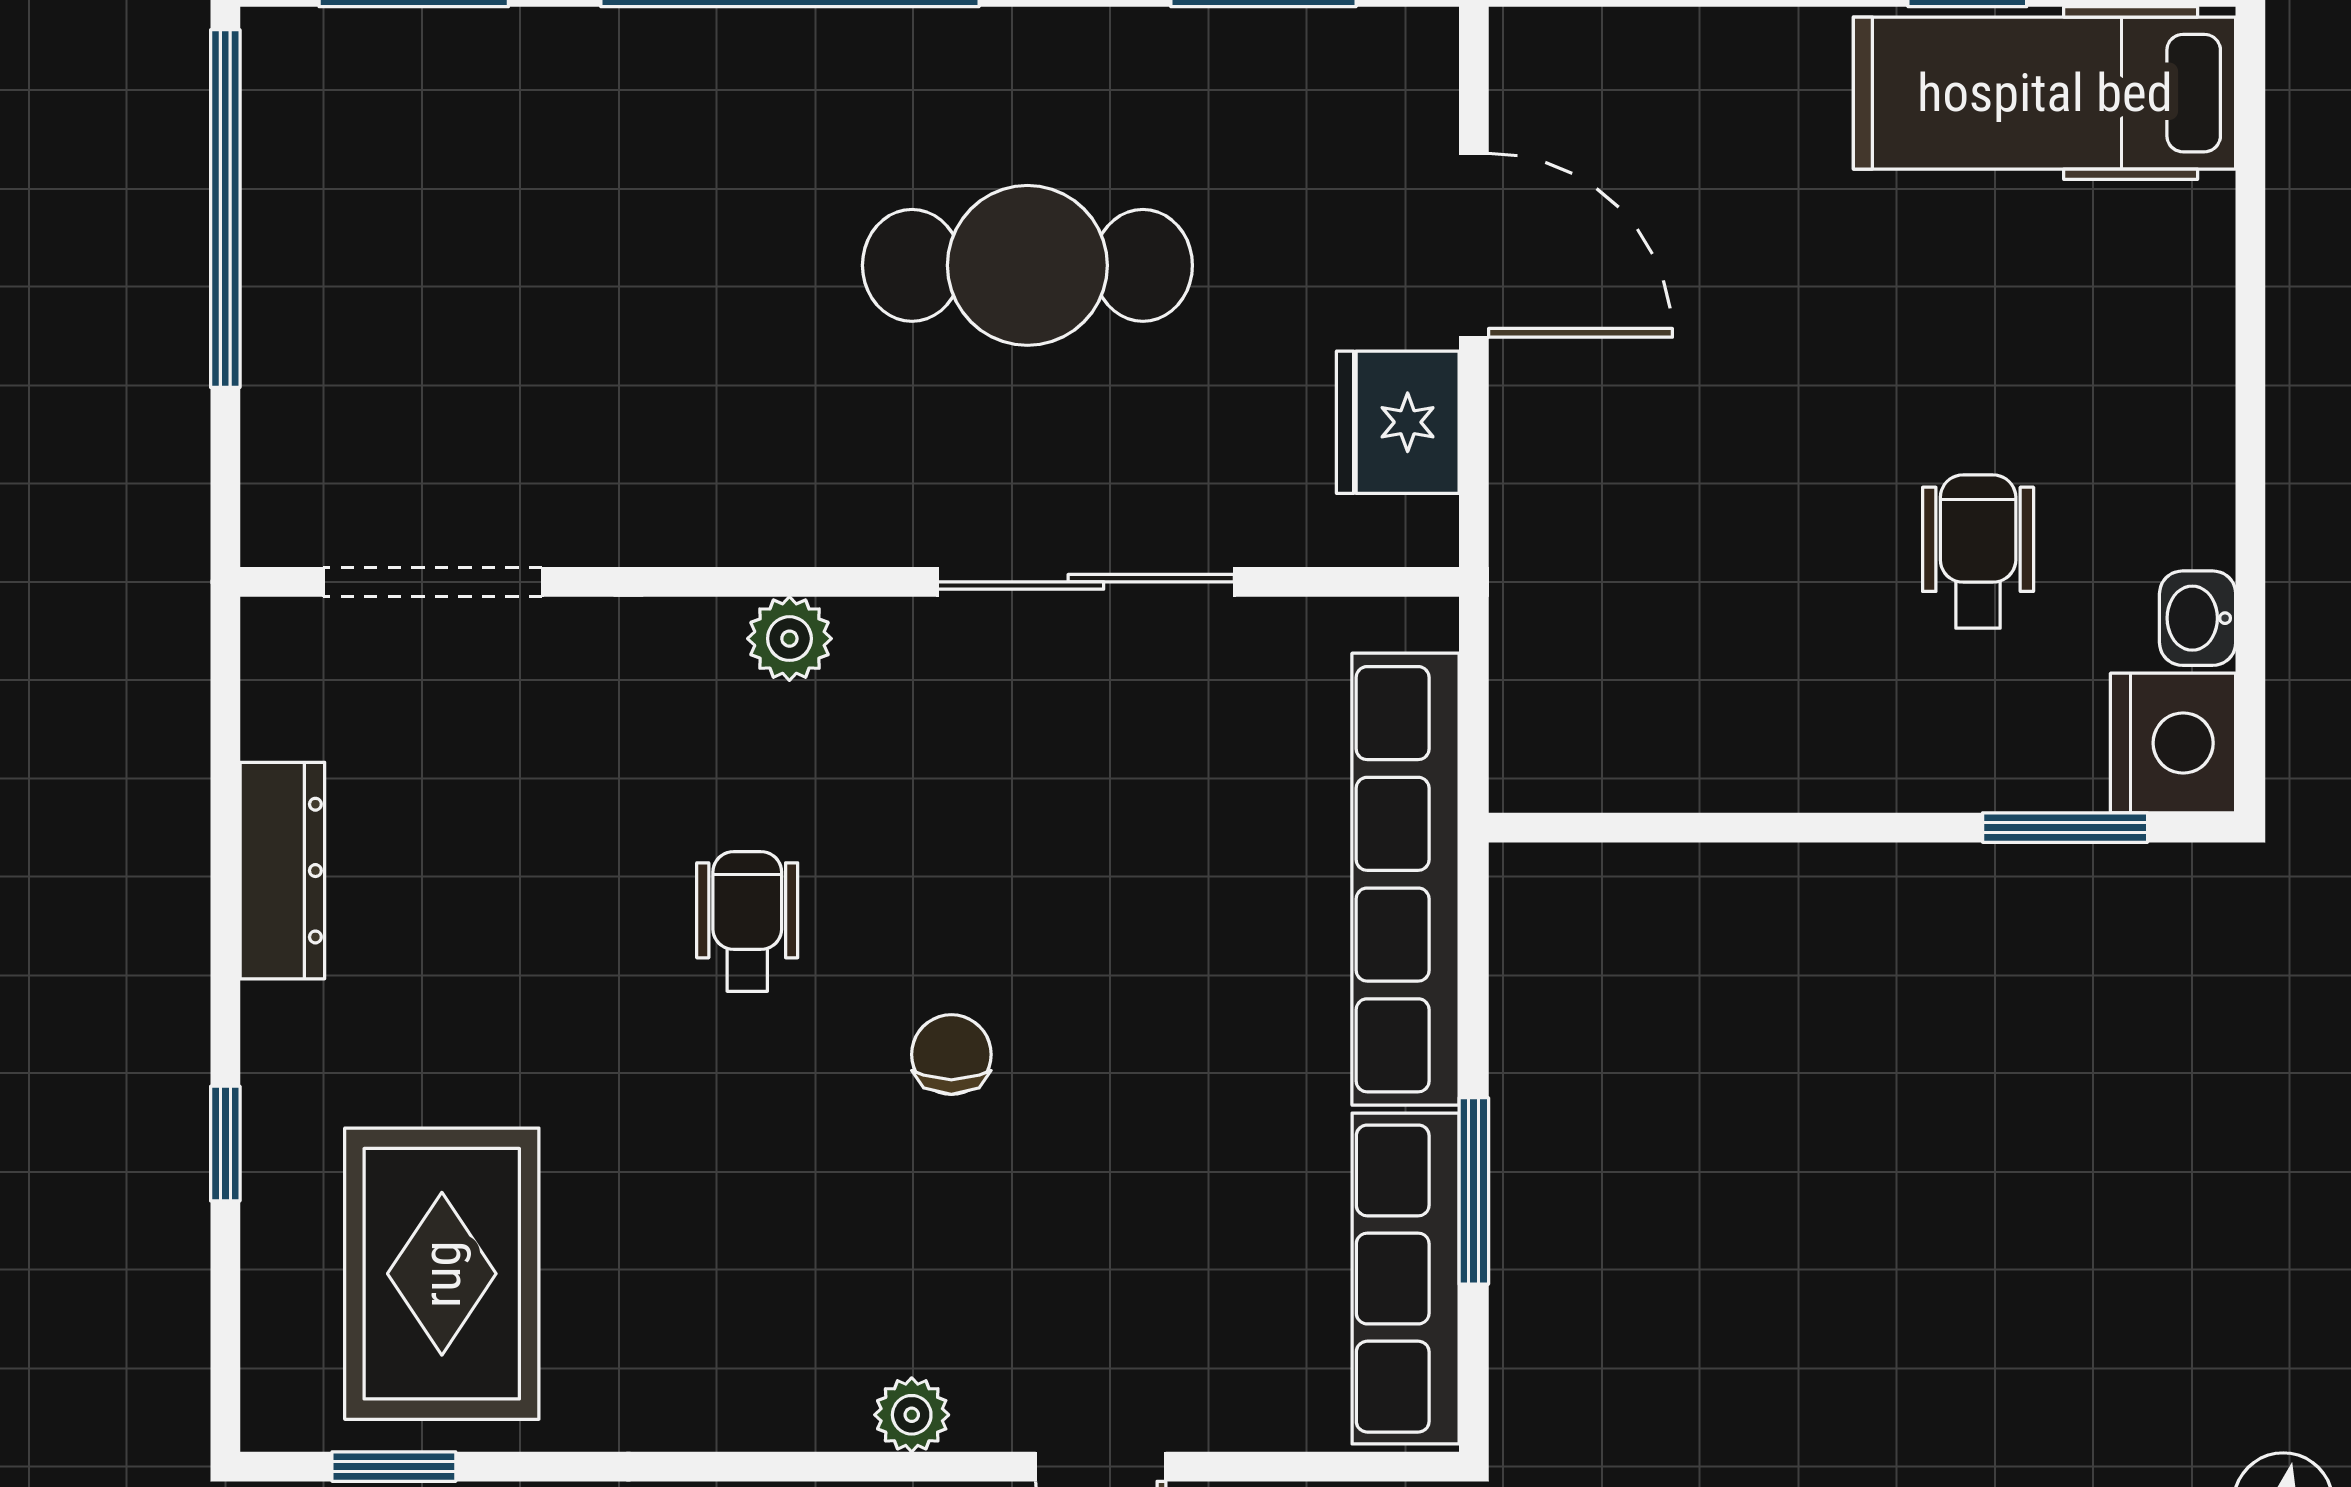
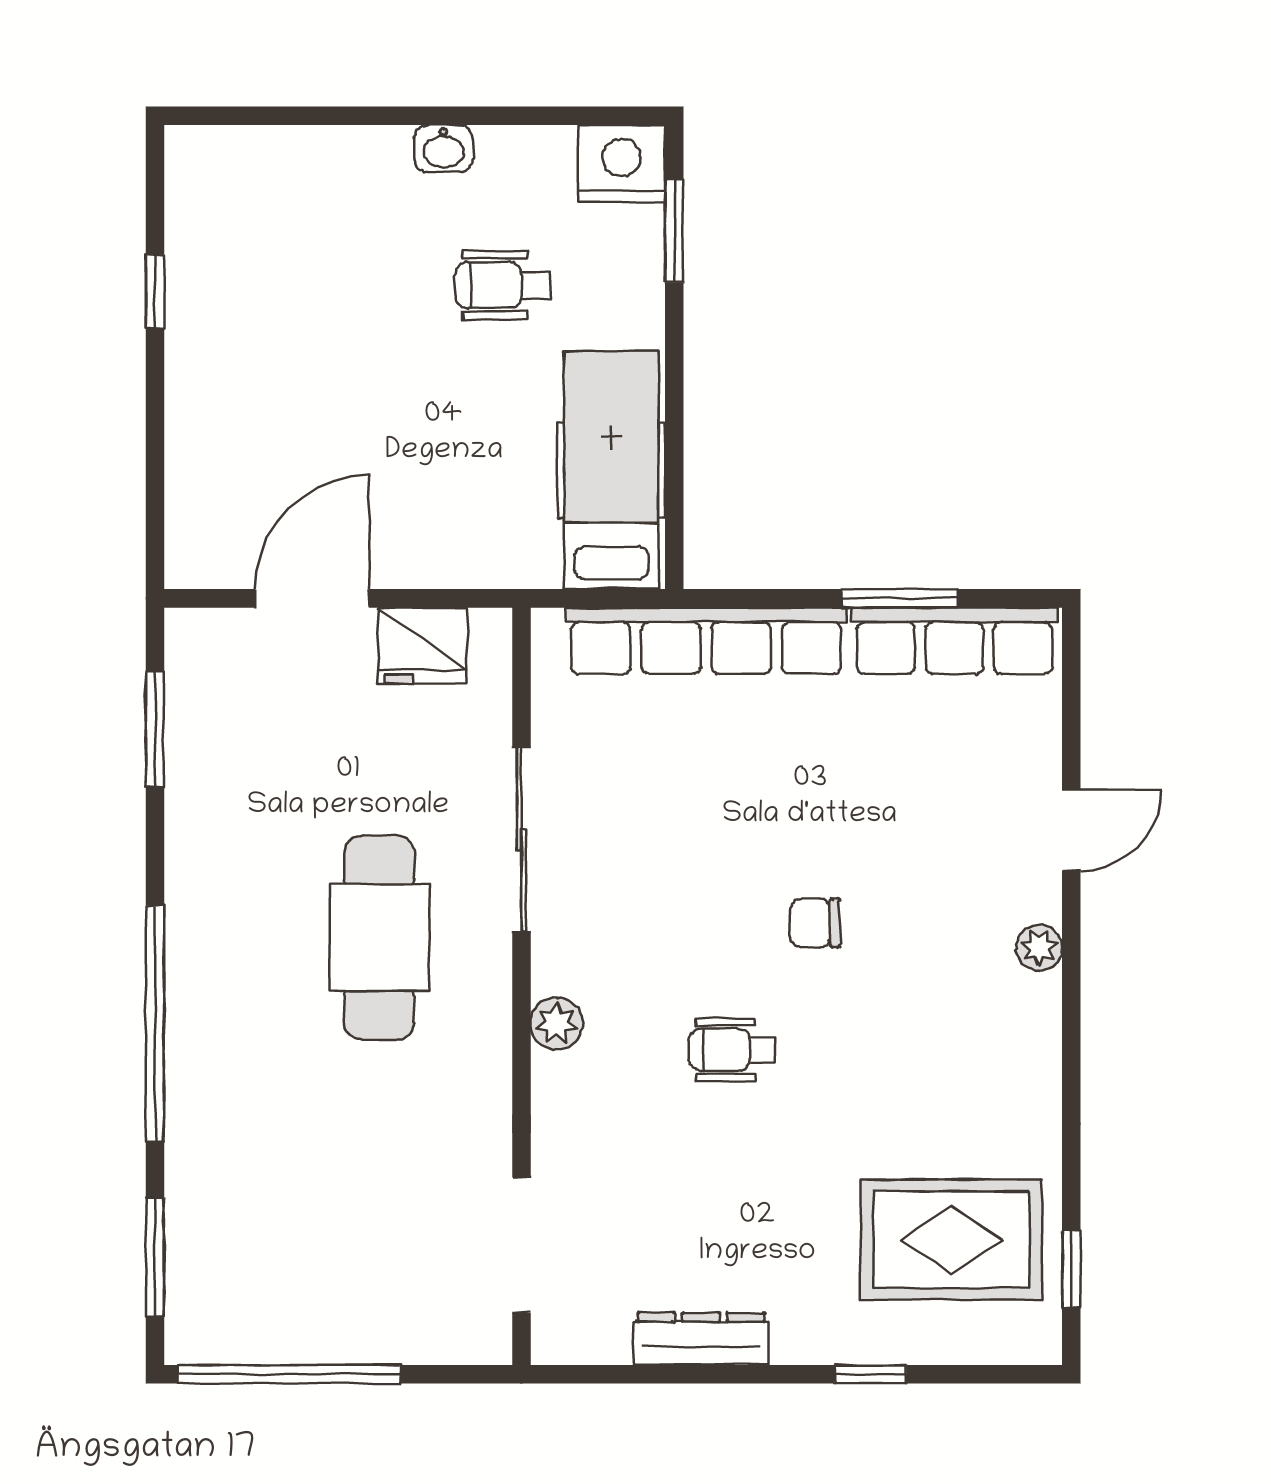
hospital bed: (2045, 93) -> (611, 470), moved, turned 180
cafe table: (1027, 265) -> (379, 938), moved
washbasin: (2198, 618) -> (444, 149), moved

